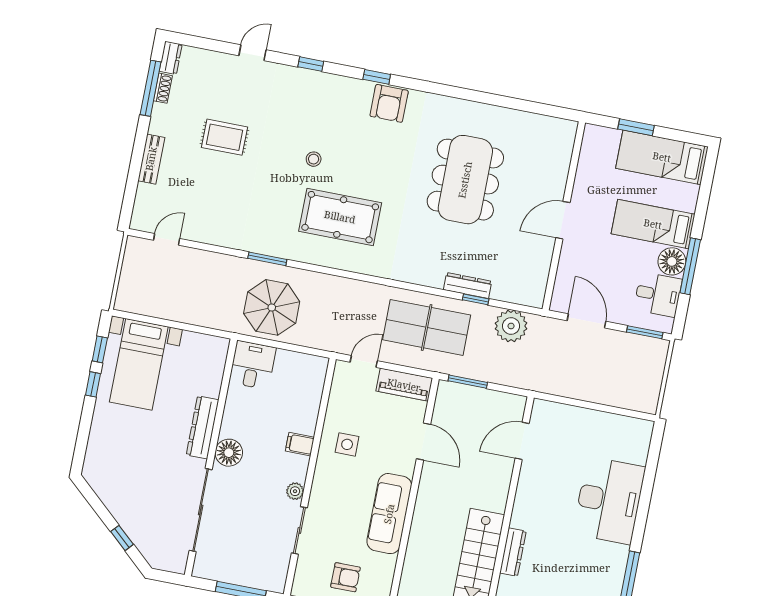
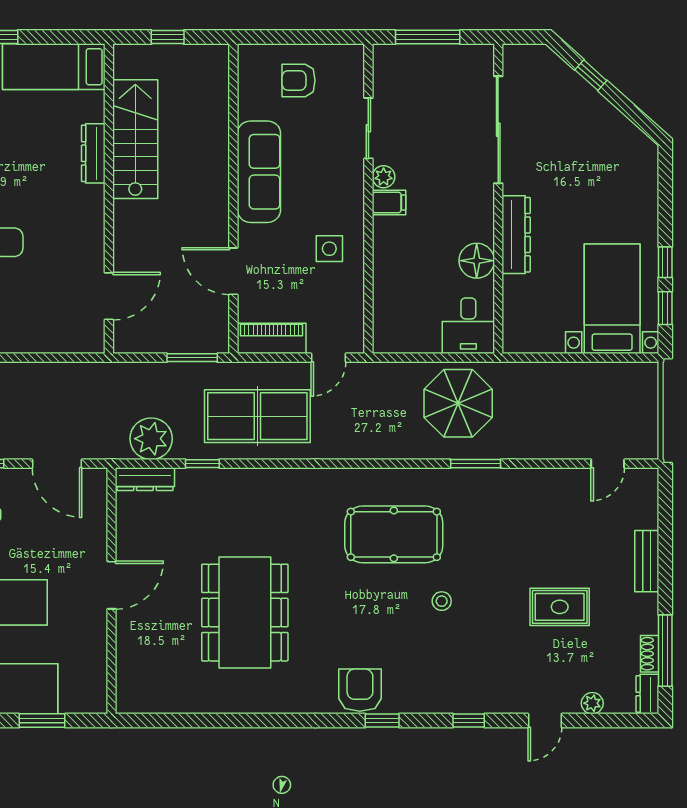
plant: (214, 59) -> (592, 703), added
dresser: (468, 286) -> (145, 479), moved
filing cabinet: (300, 444) -> (389, 202), moved
floor lamp: (229, 453) -> (477, 261), moved

